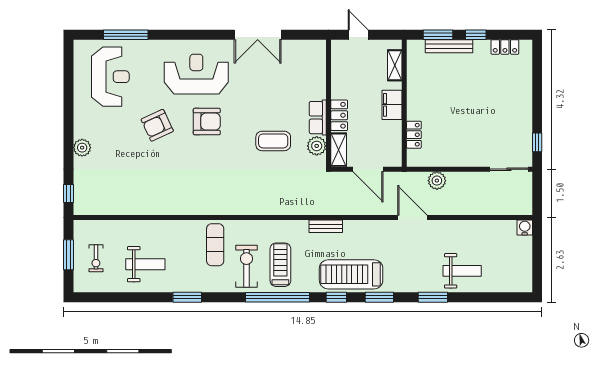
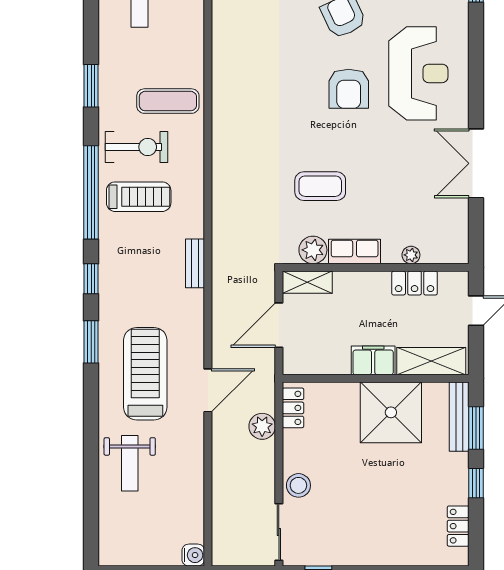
bench: (449, 46) -> (459, 417), moved
shelving: (395, 65) -> (431, 361), width x1.50, depth x1.33
plant: (320, 79) -> (411, 255), added
shower: (427, 93) -> (391, 412), added
locker: (339, 115) -> (415, 283), moved
locker: (414, 135) -> (293, 408), moved, turned -90
coffee table: (273, 141) -> (320, 186), turned 90
stool: (477, 156) -> (298, 485), added
treadmill: (351, 274) -> (145, 374), moved
window: (187, 297) -> (91, 86), moved
window: (433, 297) -> (91, 420), removed

